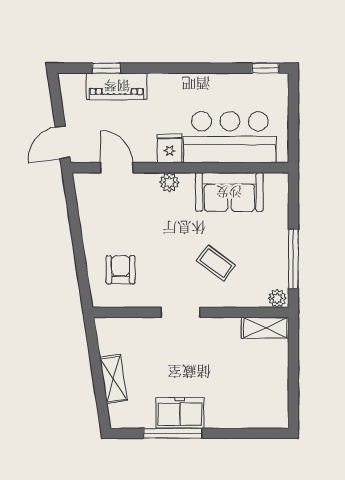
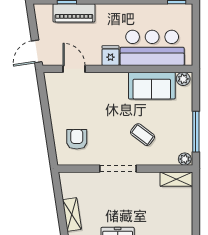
plant: (169, 182) -> (183, 79), moved
doorway: (180, 312) -> (118, 169), width x1.38

